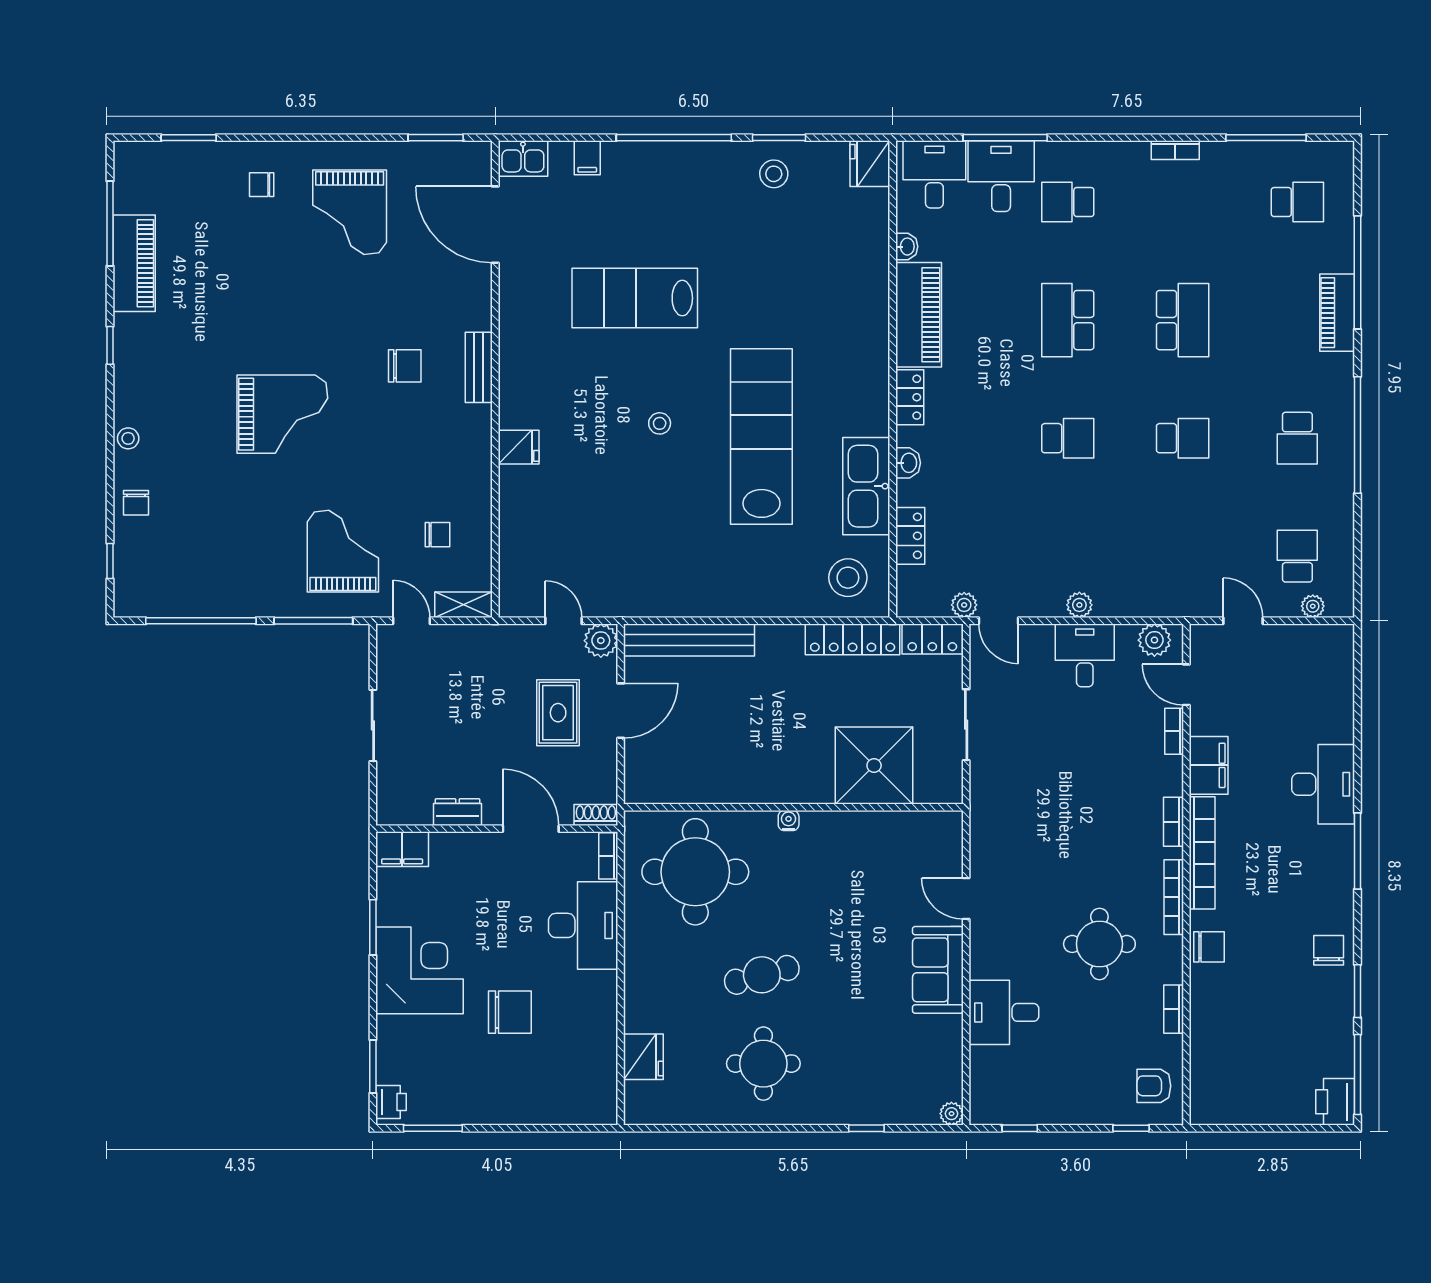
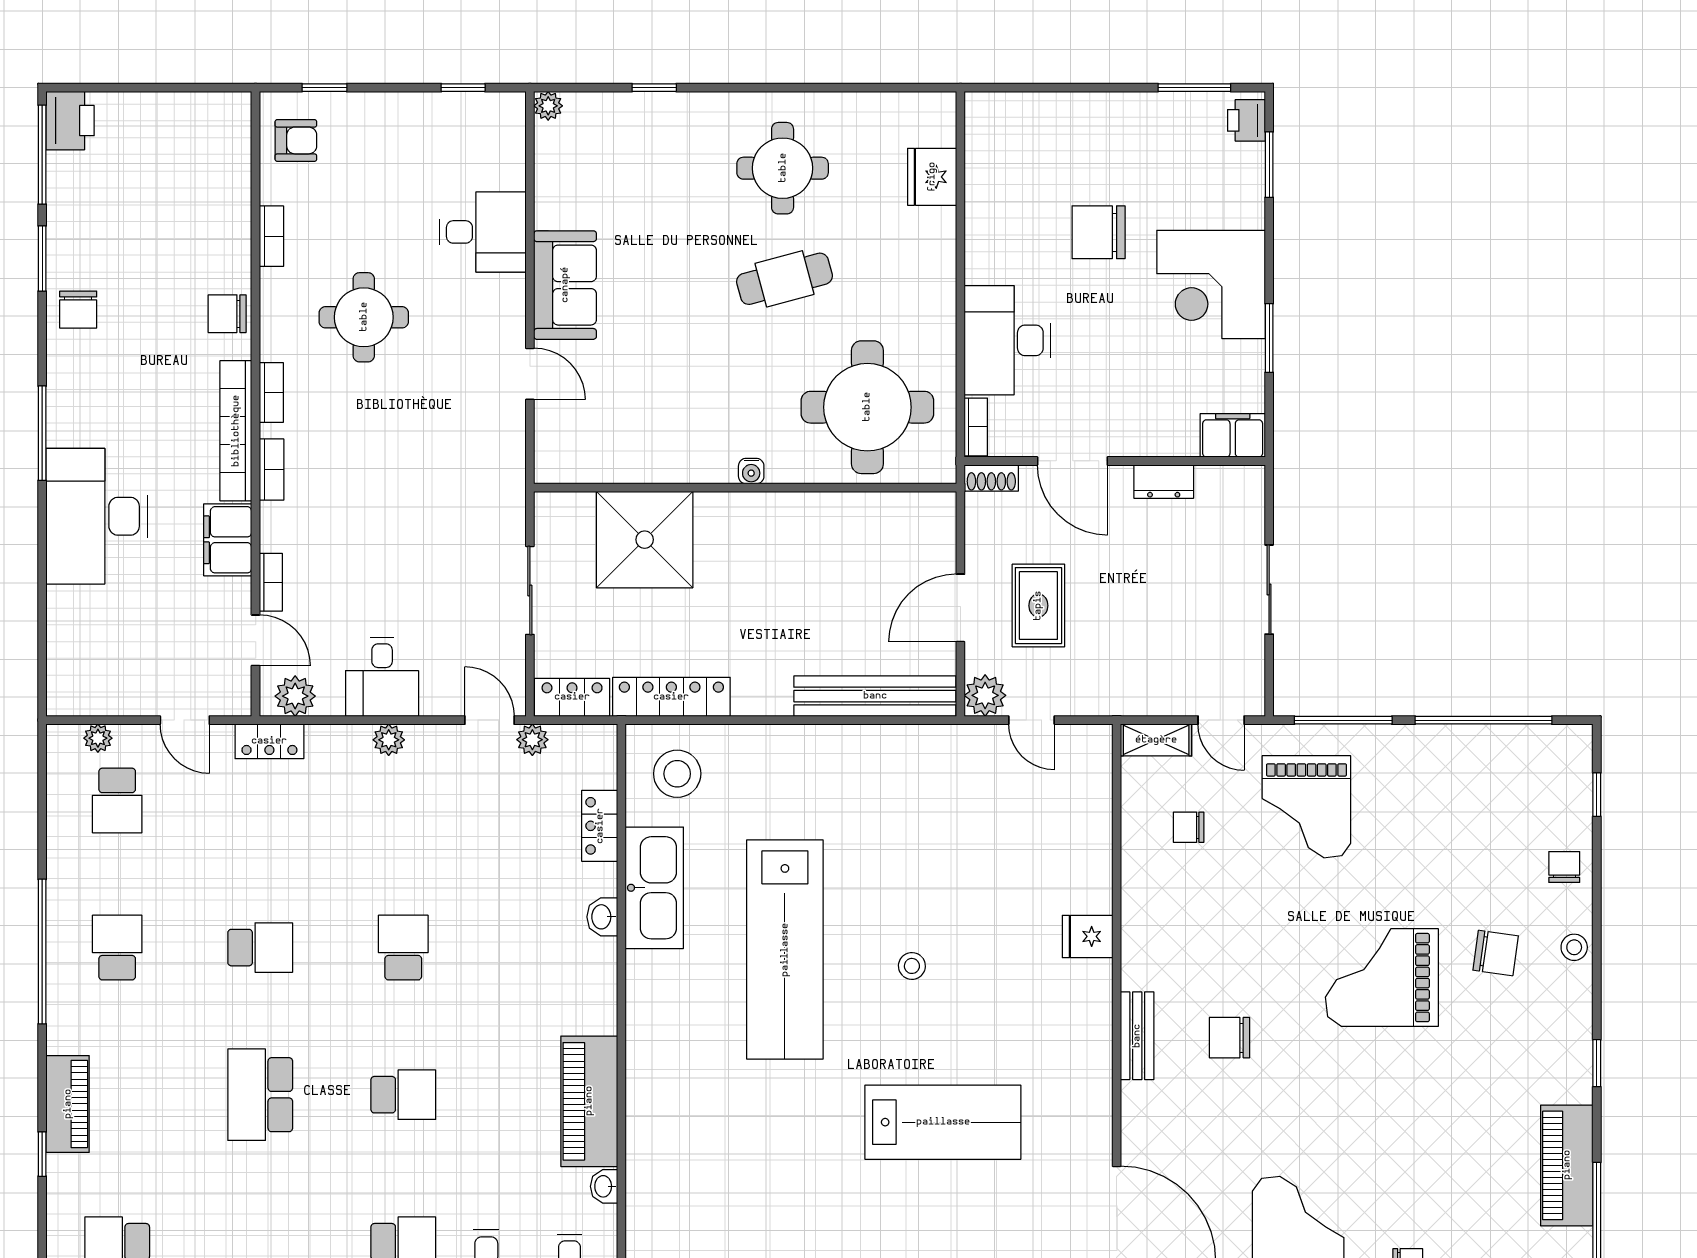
window: (1358, 272) -> (42, 1154), width x0.32
school desk: (1068, 320) -> (403, 1095), width x0.54
locker: (910, 397) -> (269, 741), moved, turned -90
chair: (191, 434) -> (1496, 953), added
school desk: (1068, 438) -> (403, 948), turned 90
school desk: (1183, 438) -> (260, 948), turned 180
desk: (1323, 784) -> (97, 516), width x1.36, depth x1.30
bookcase: (1174, 897) -> (271, 392), width x0.64

